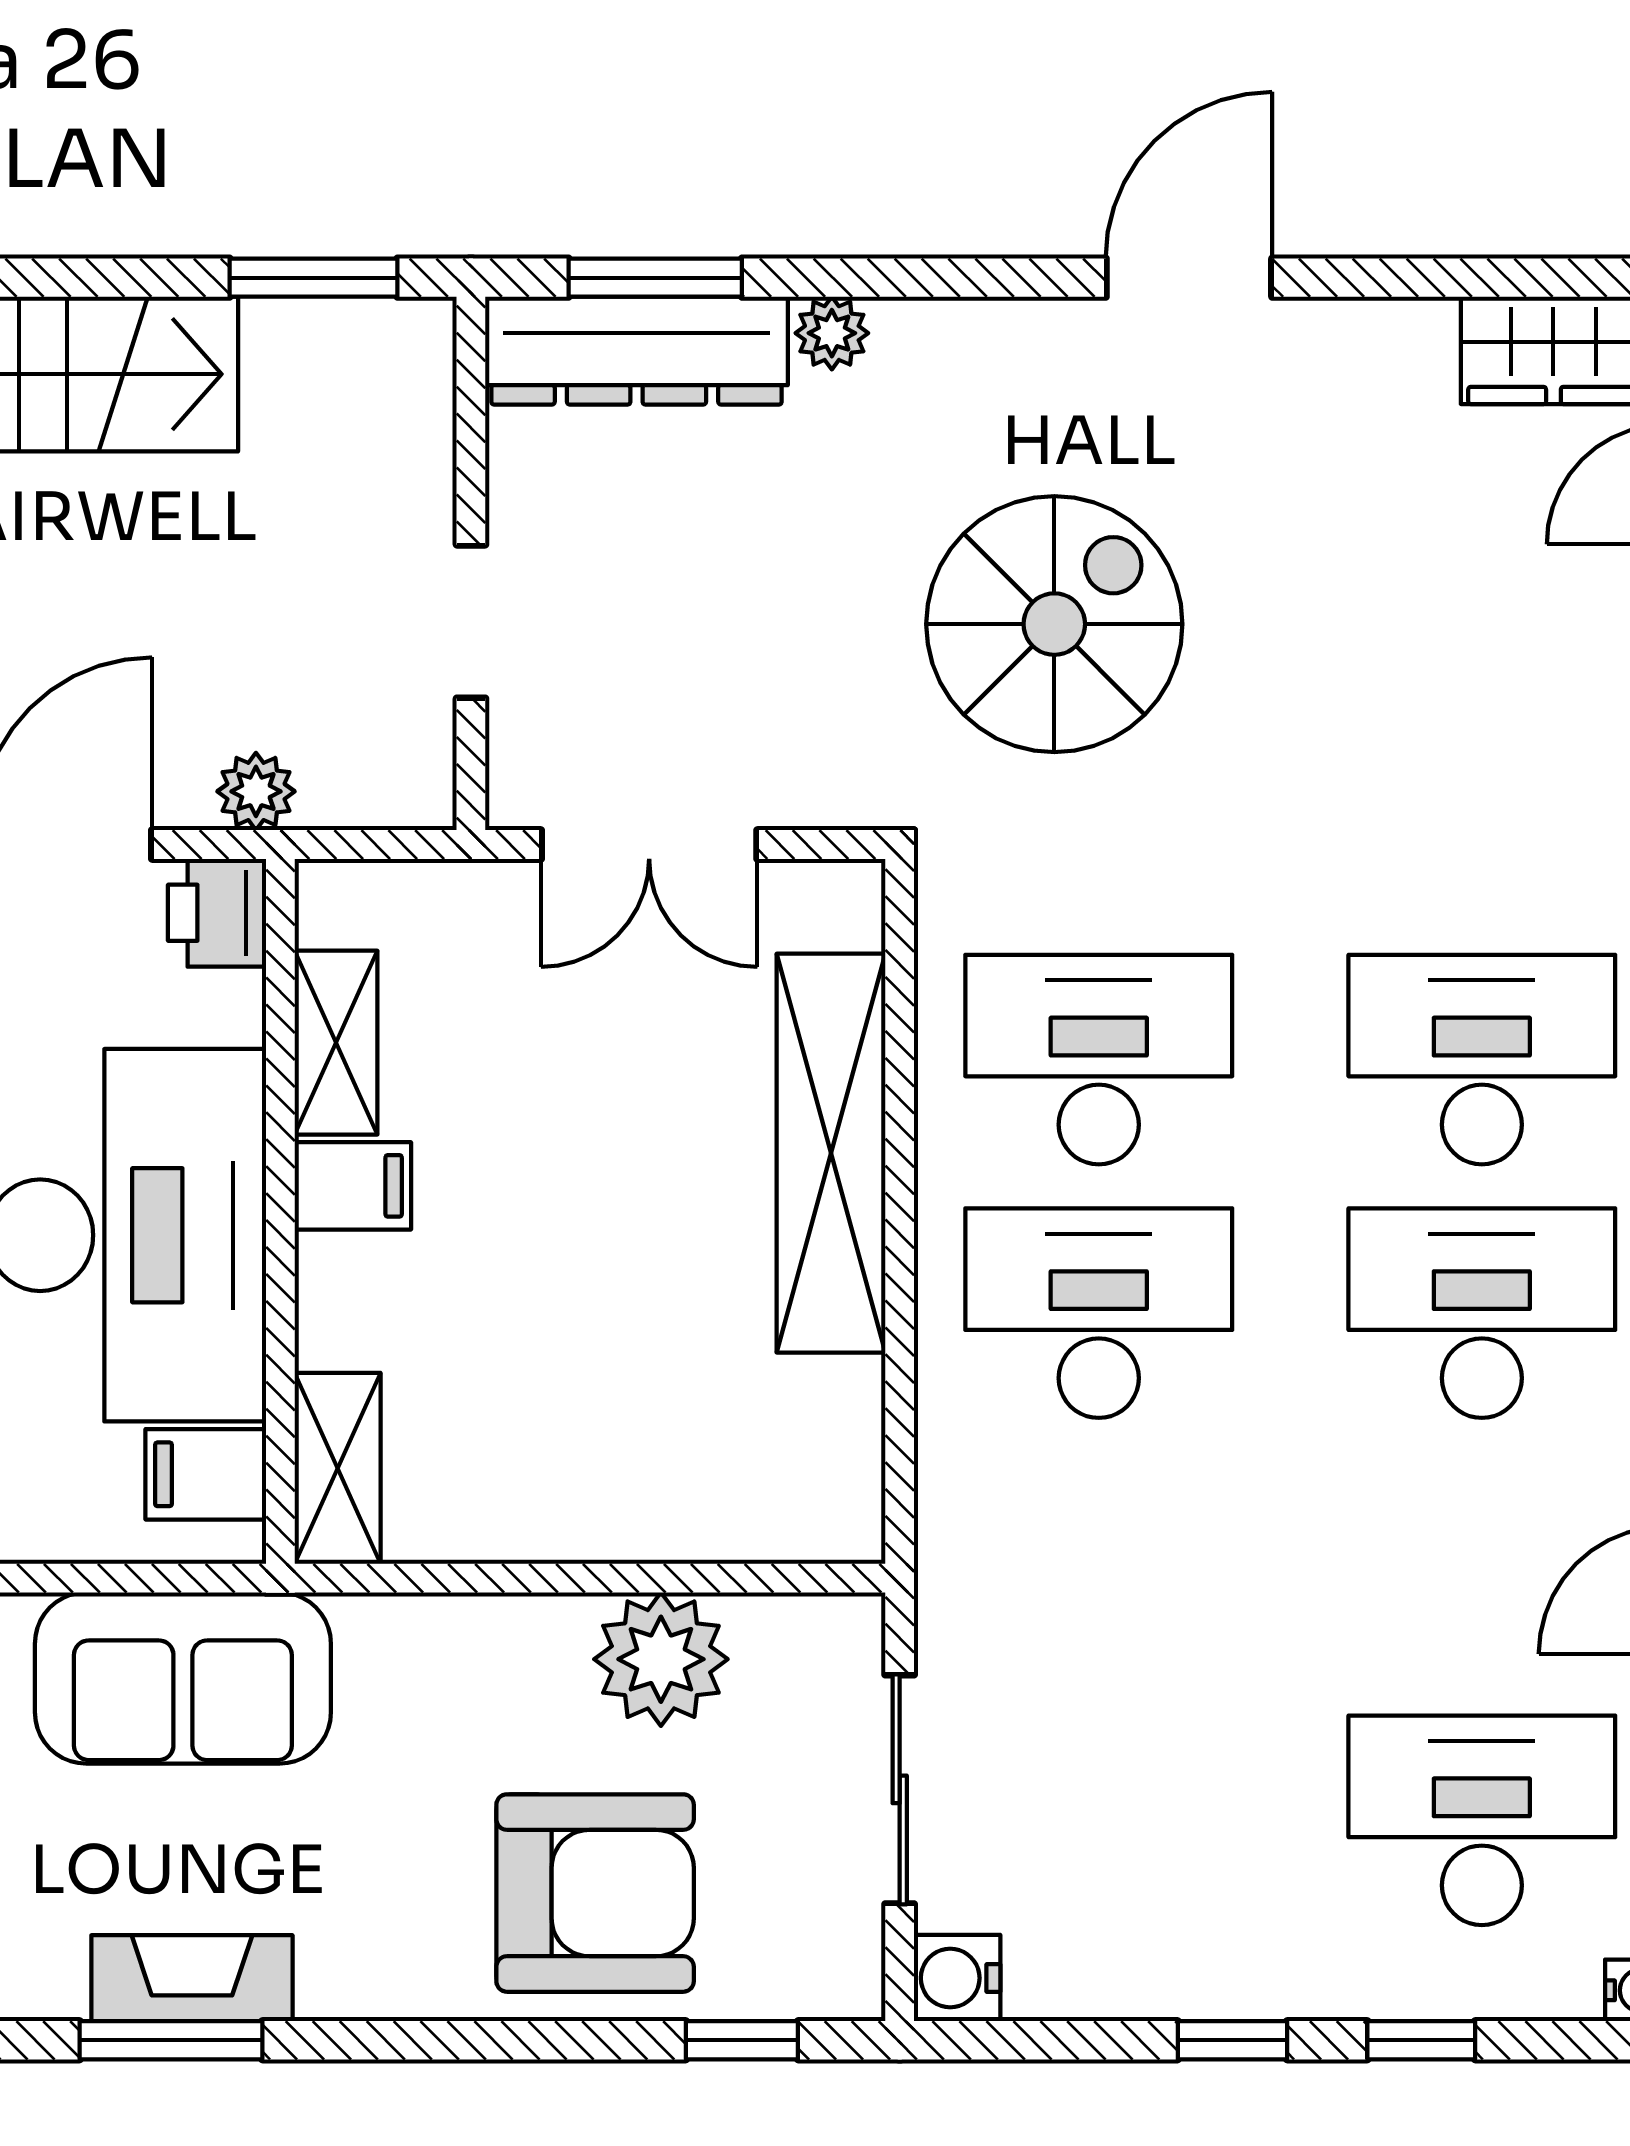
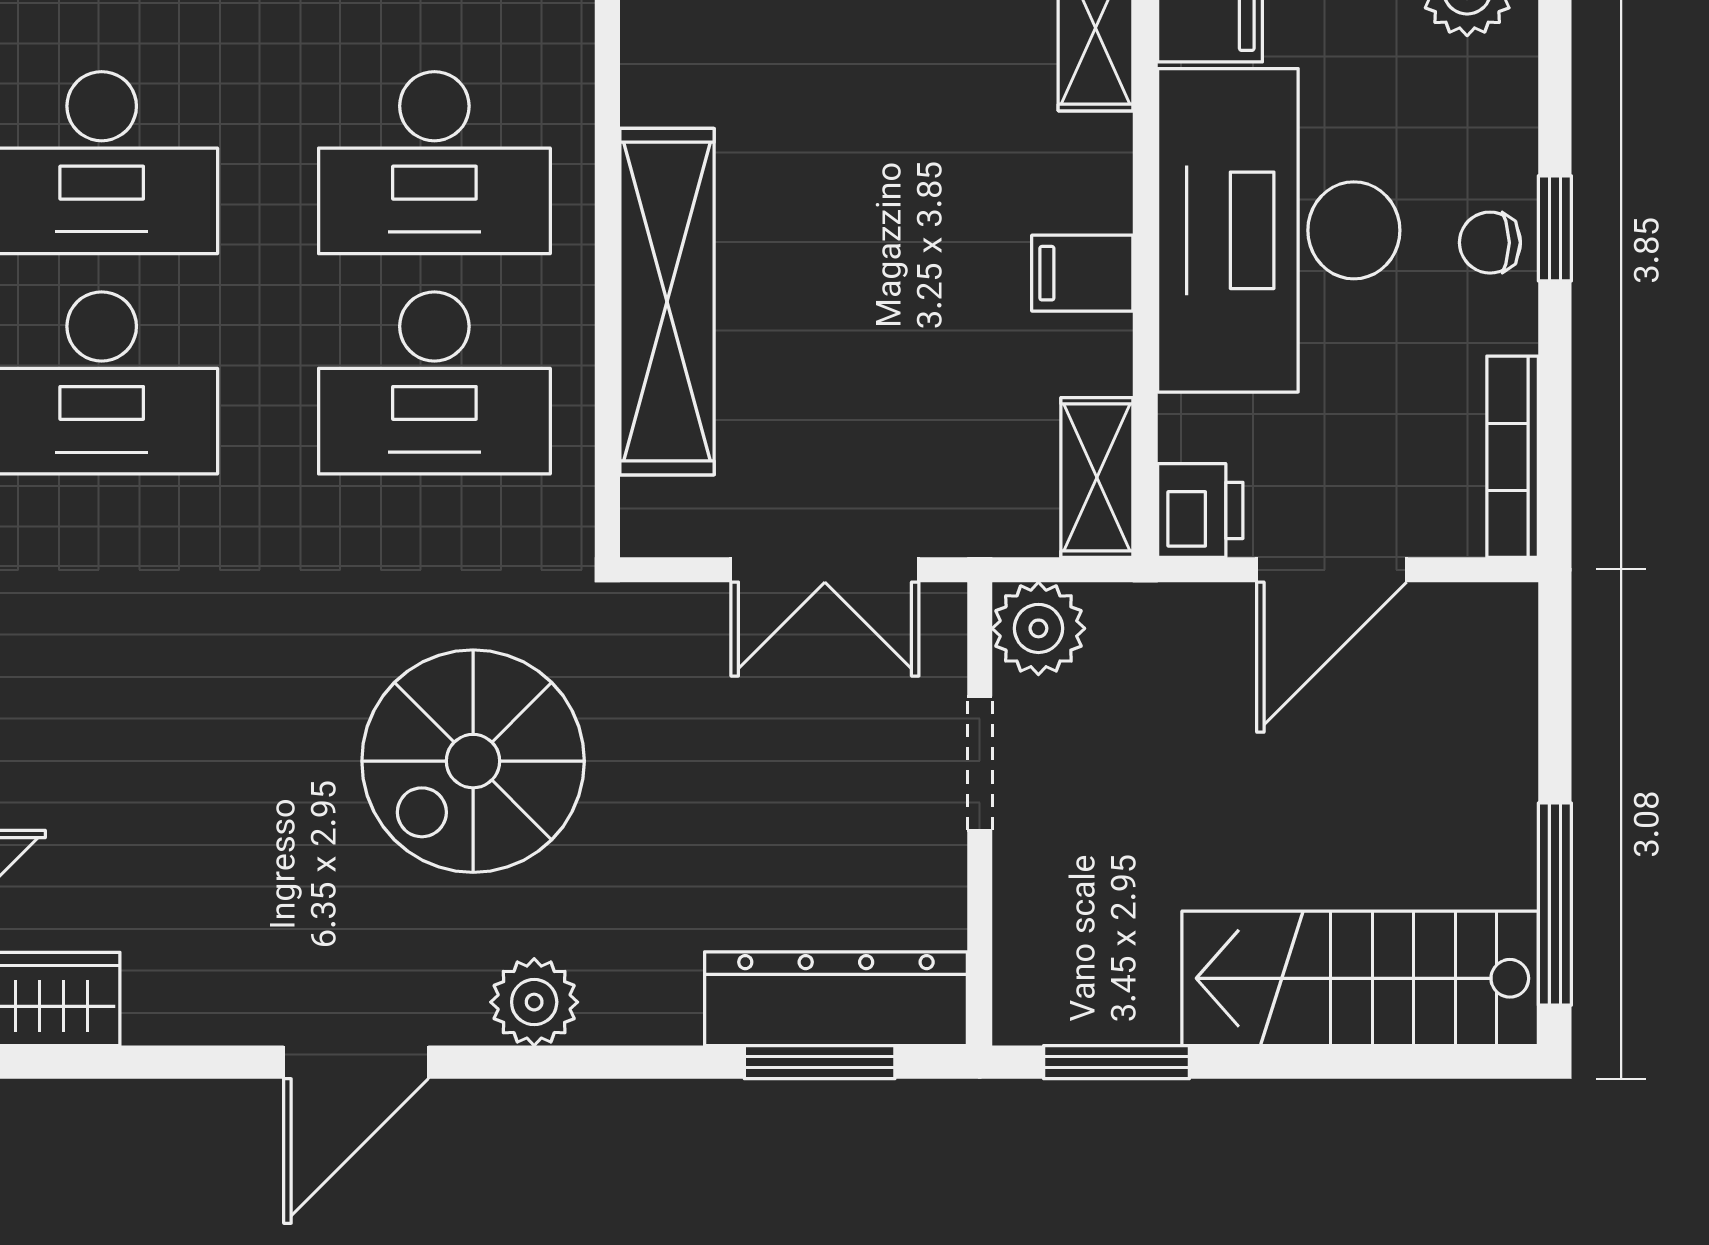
plant: (832, 333) -> (534, 1002), moved, width x1.38, depth x1.38
plant: (256, 791) -> (1038, 628), moved, width x1.38, depth x1.38
double door: (649, 844) -> (825, 570), swing flipped
shelving: (336, 1043) -> (1097, 477), moved

